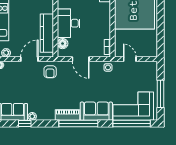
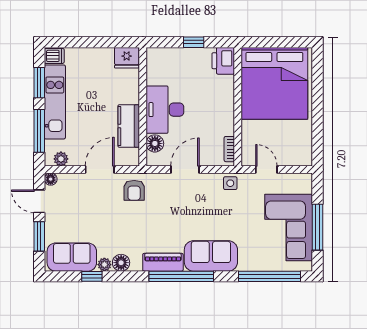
kitchen counter: (47, 33) -> (129, 126), width x0.67
door: (81, 59) -> (185, 169), swing flipped
corner sofa: (133, 106) -> (289, 227), moved, turned -90
floor lamp: (42, 115) -> (121, 263), added

